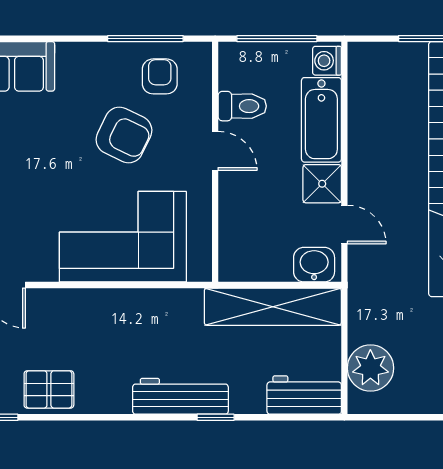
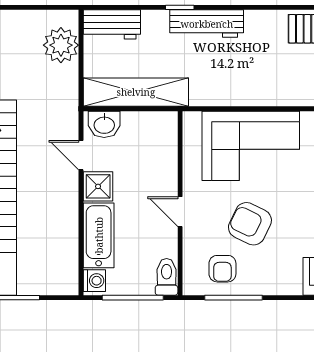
toilet: (242, 106) -> (167, 277), moved, turned 90

